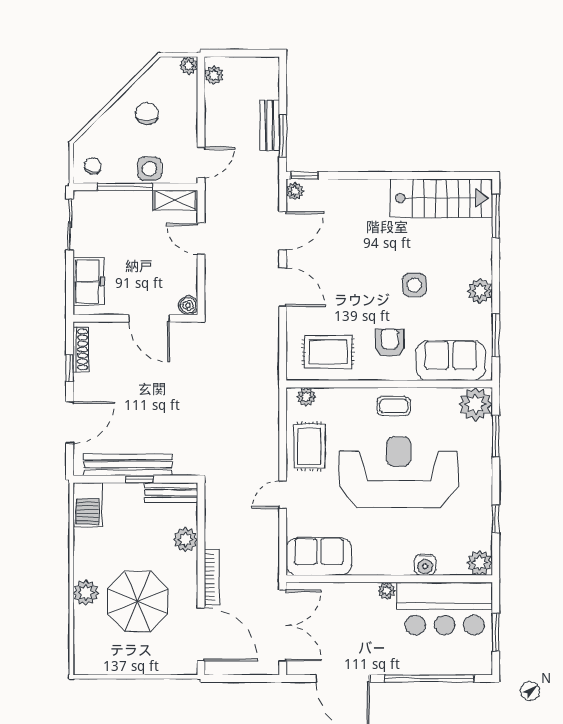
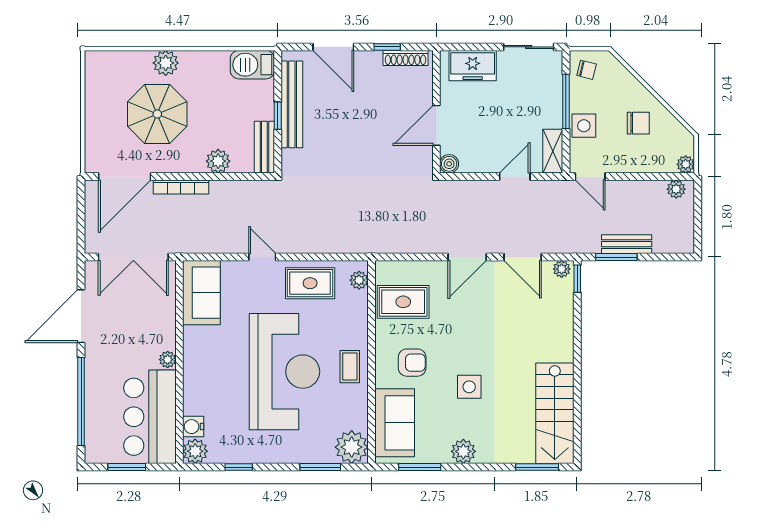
rug: (328, 352) -> (403, 302), turned 90
water cooler: (425, 565) -> (193, 427), moved

